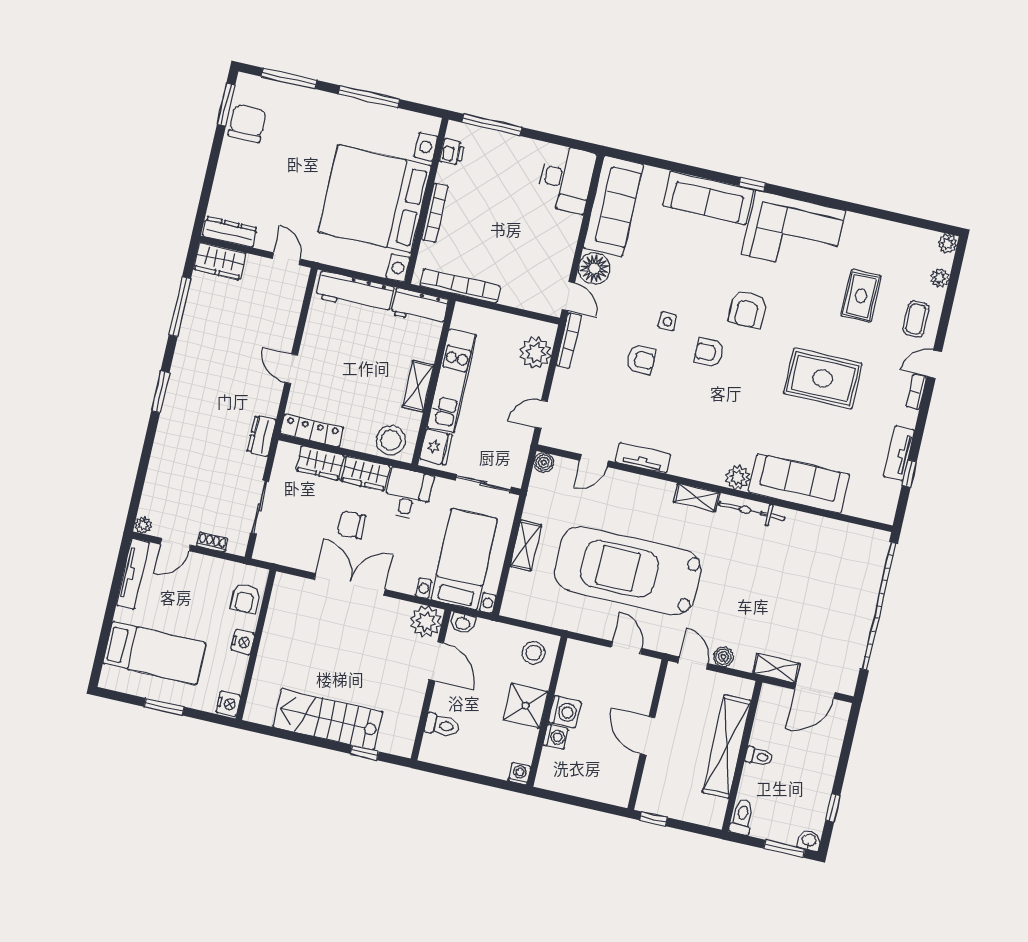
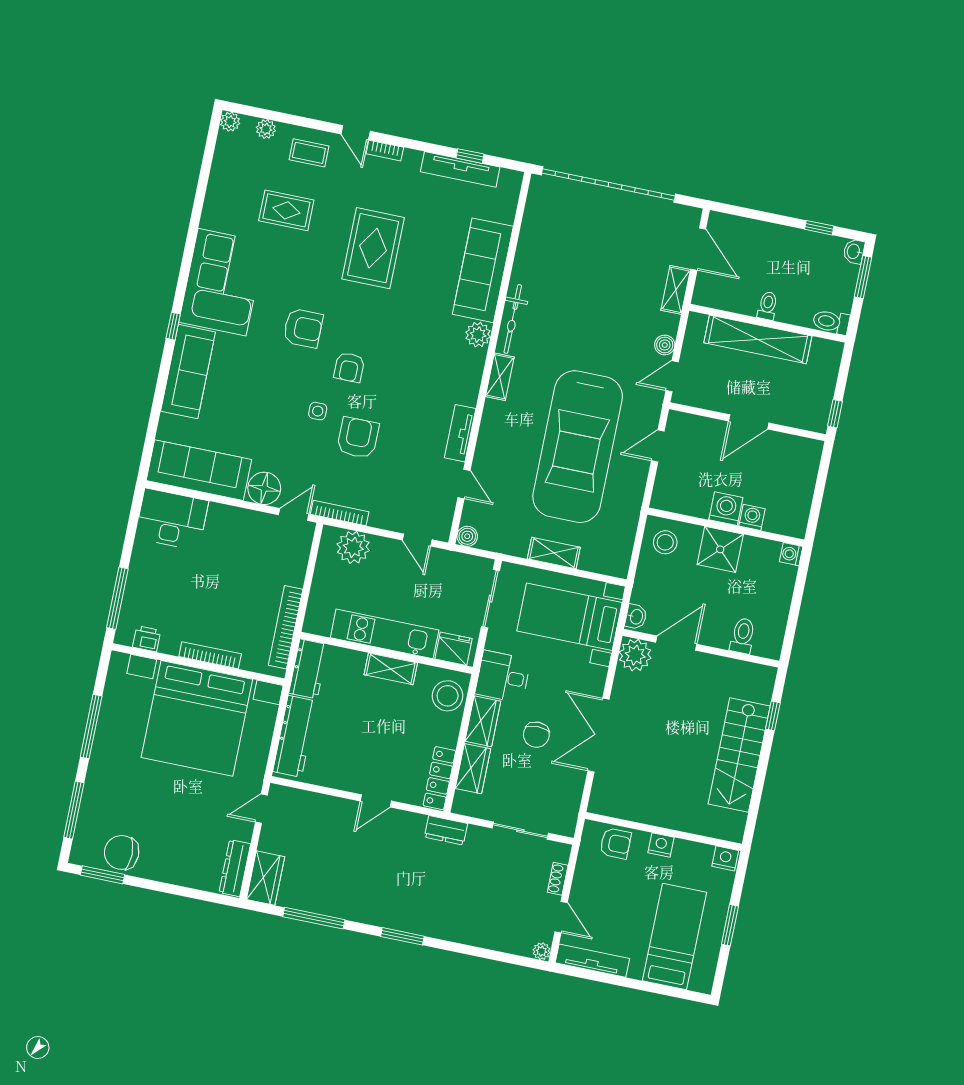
armchair: (641, 360) -> (358, 438), width x1.38, depth x1.38
tv unit: (899, 453) -> (460, 169), width x1.41

